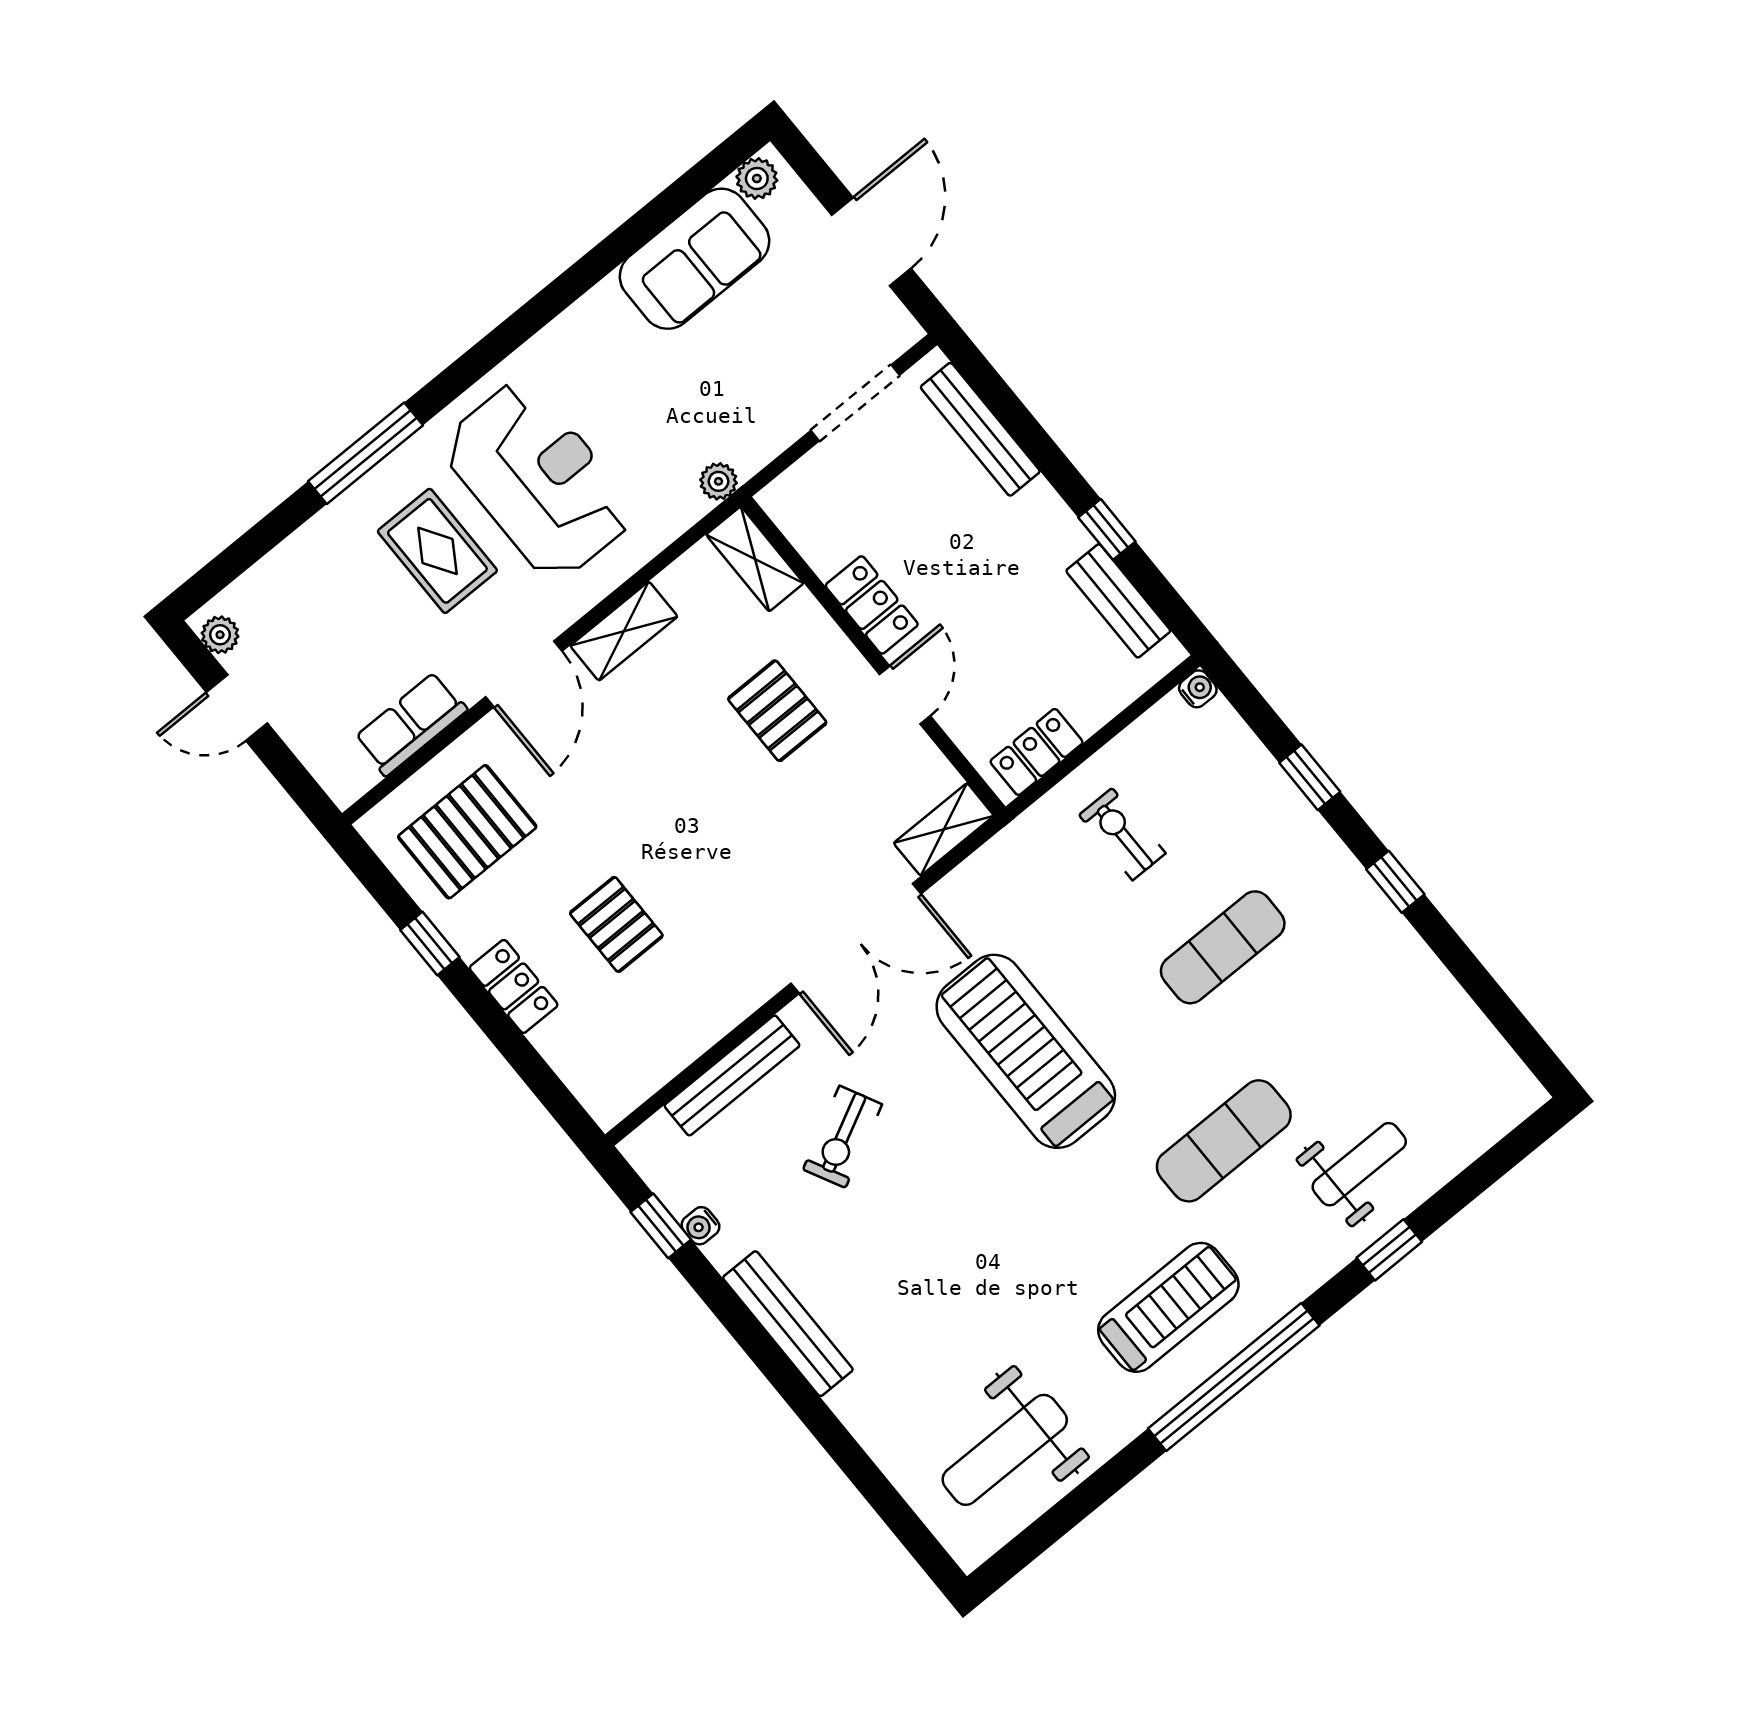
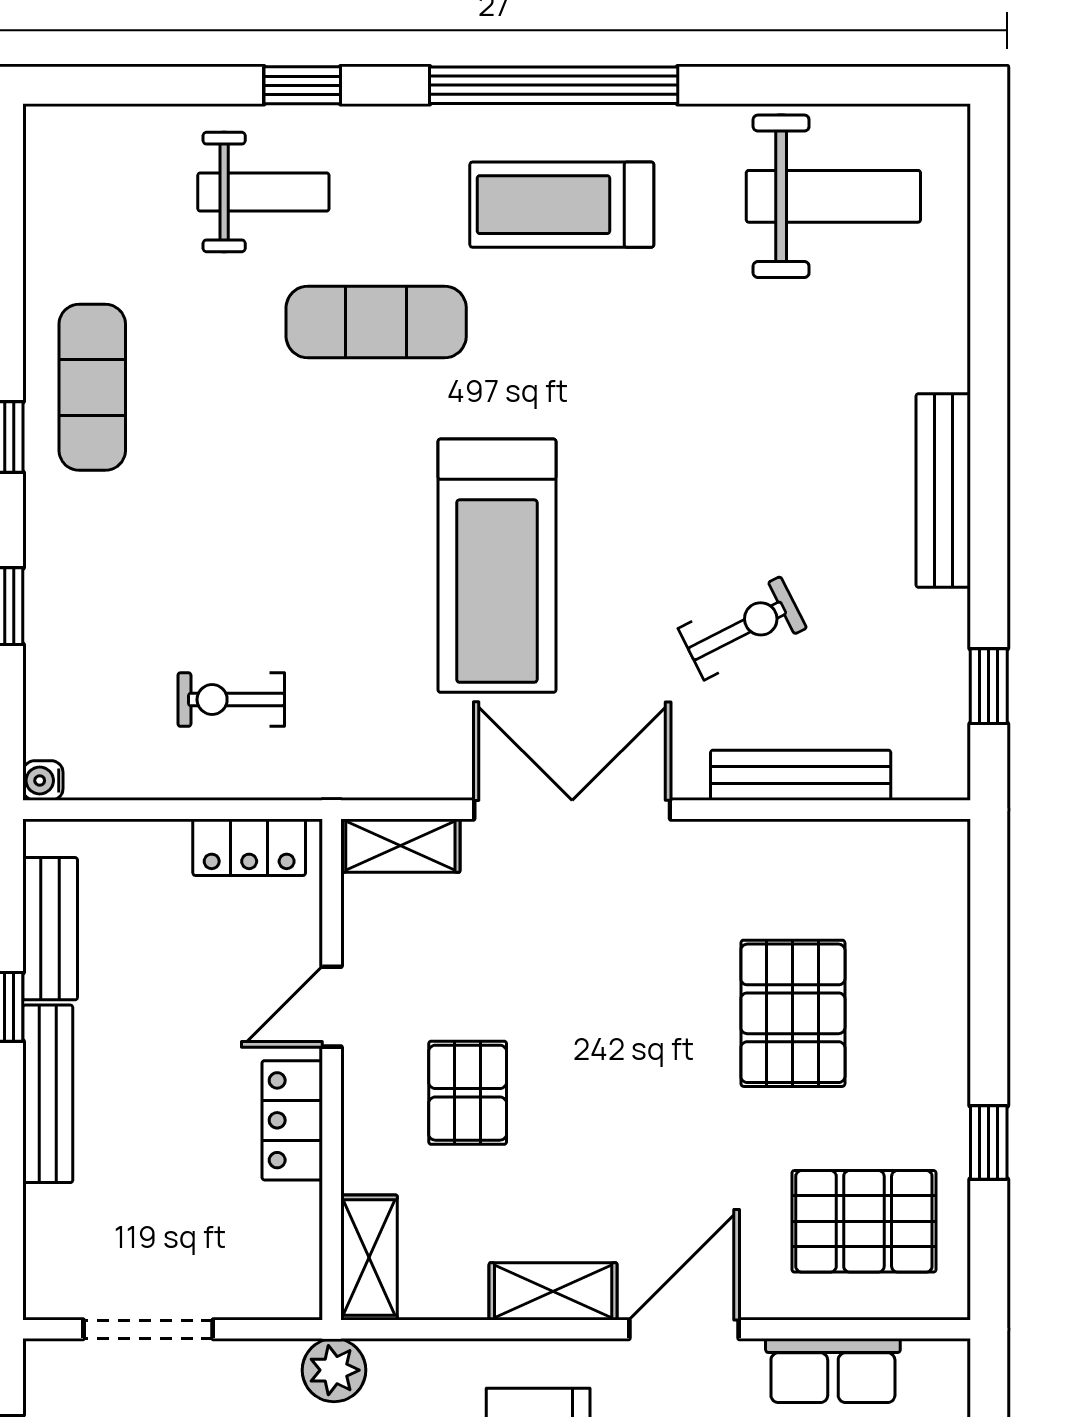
bench: (980, 429) -> (48, 1094), moved
plant: (719, 481) -> (334, 1370), width x1.38, depth x1.38
exercise bike: (1122, 834) -> (231, 700), turned 90
pallet: (616, 924) -> (793, 1013), width x1.50, depth x1.42
exercise mat: (1223, 947) -> (92, 387), moved, turned 90
locker: (514, 986) -> (942, 1035), removed
weight bench: (1359, 1164) -> (263, 192), turned 180
water cooler: (701, 1226) -> (950, 655), removed

